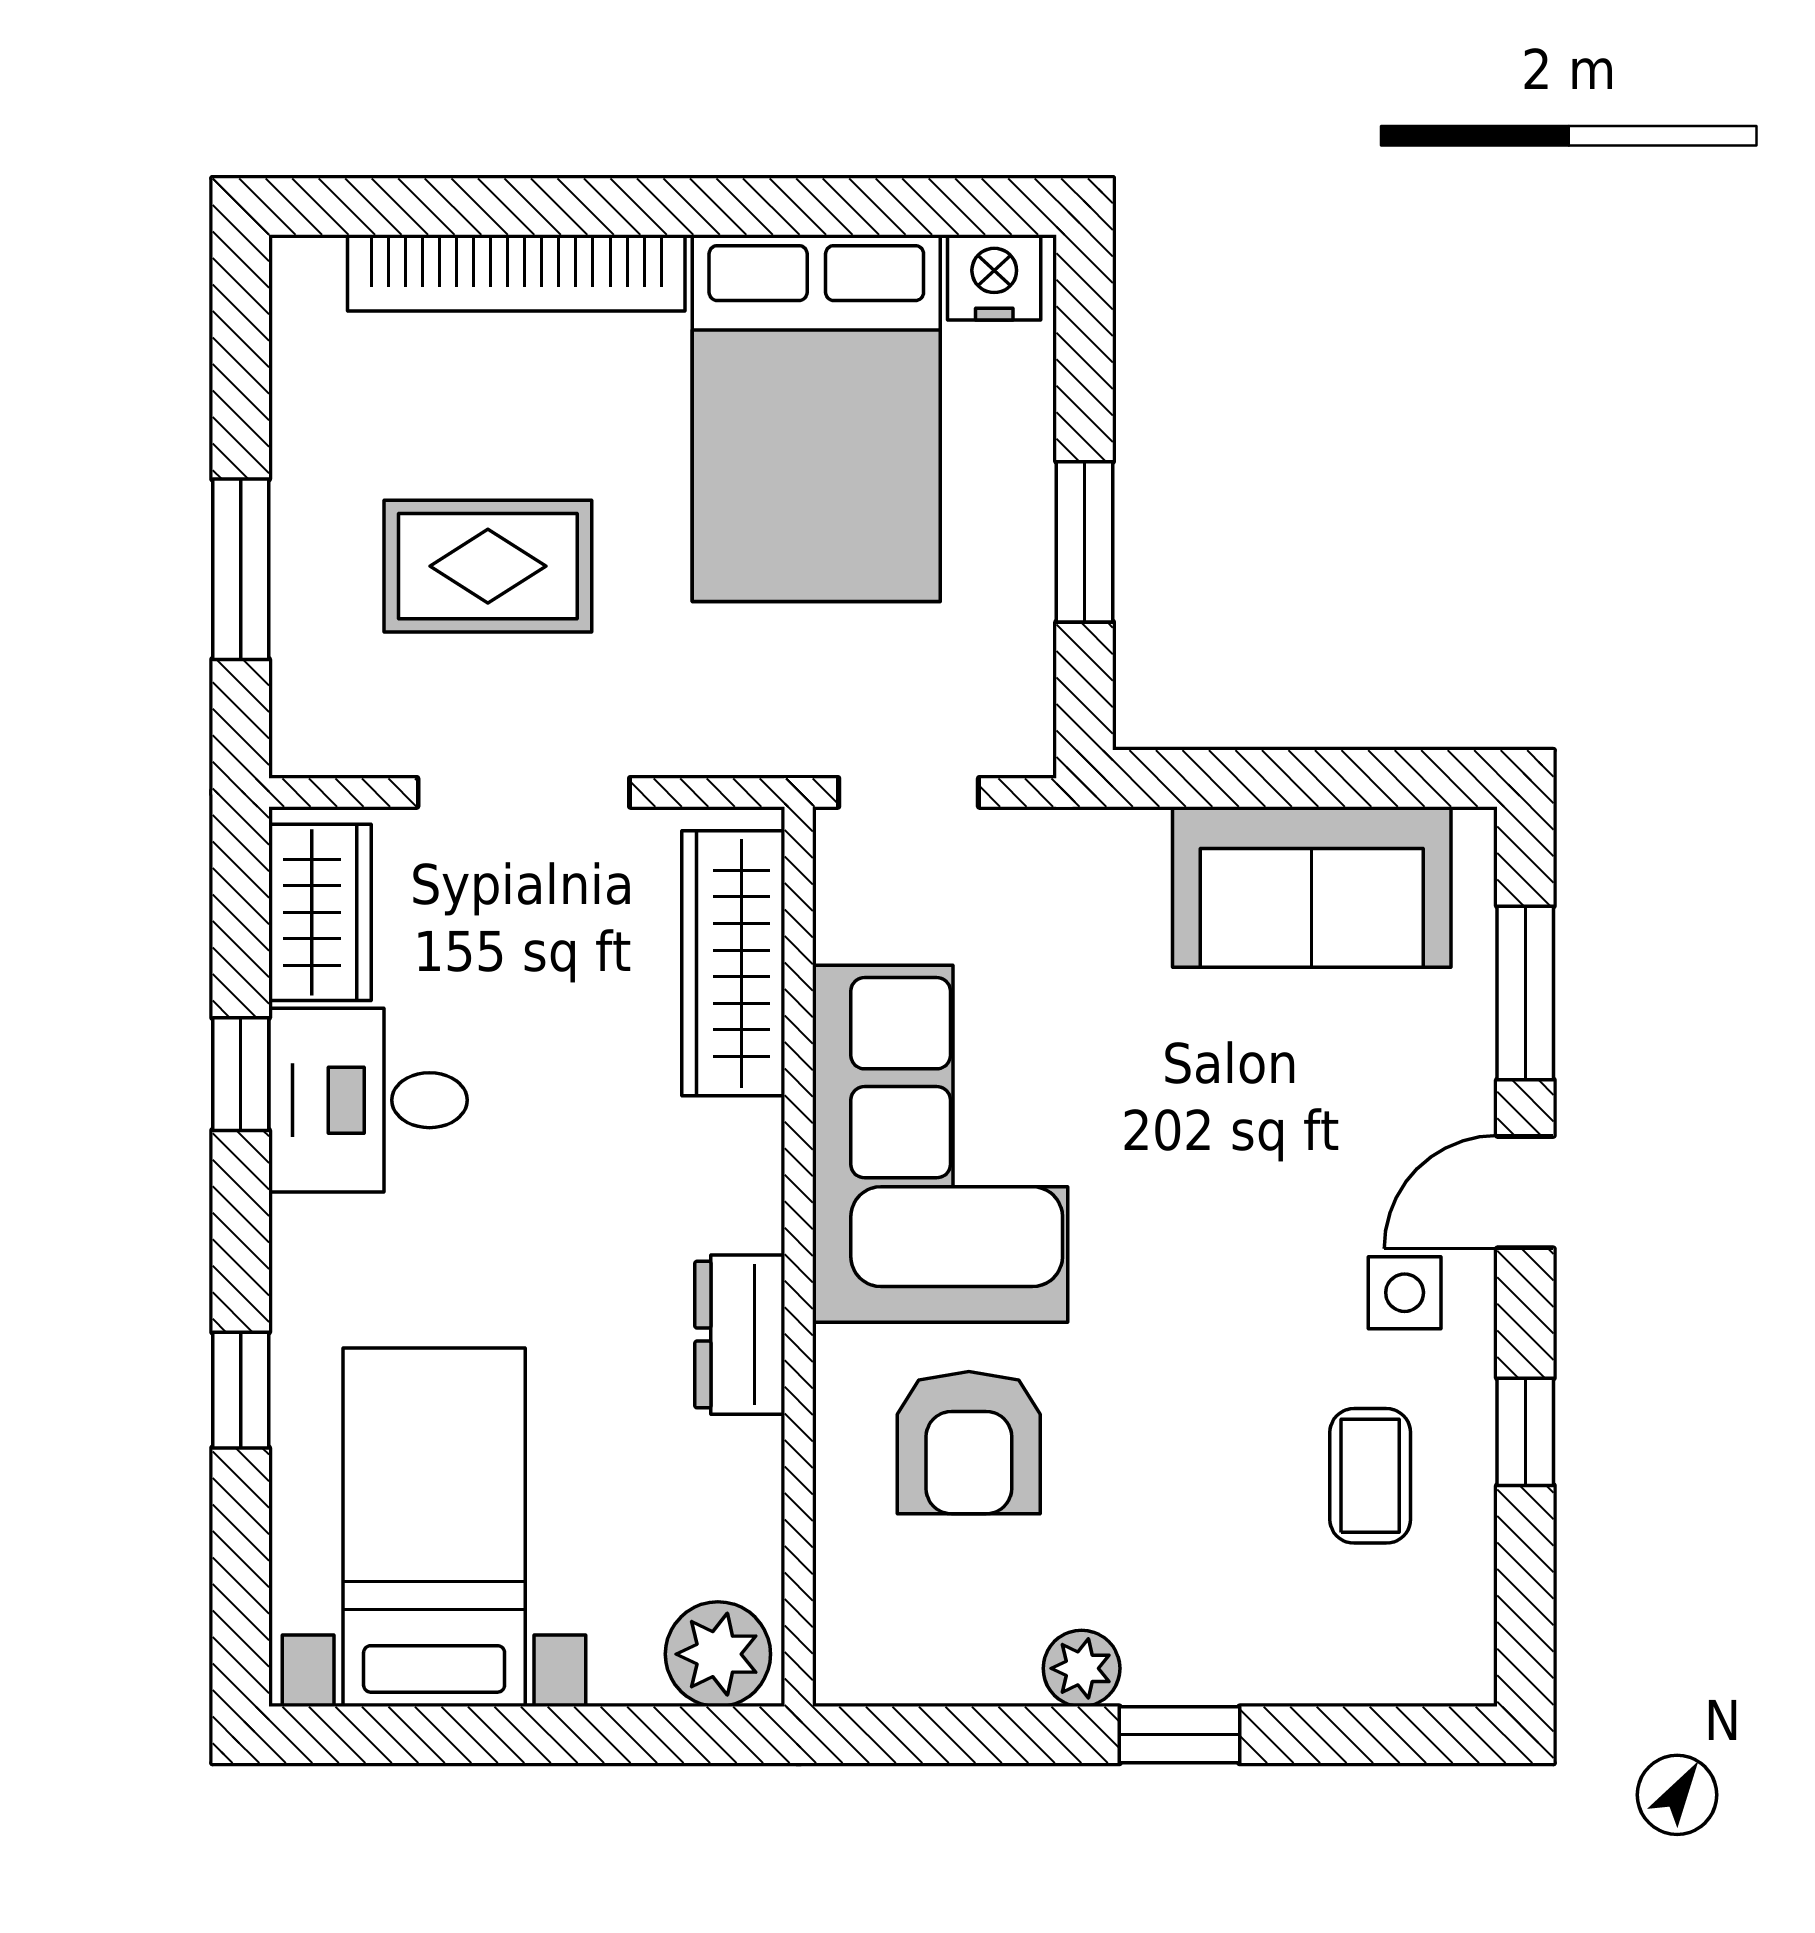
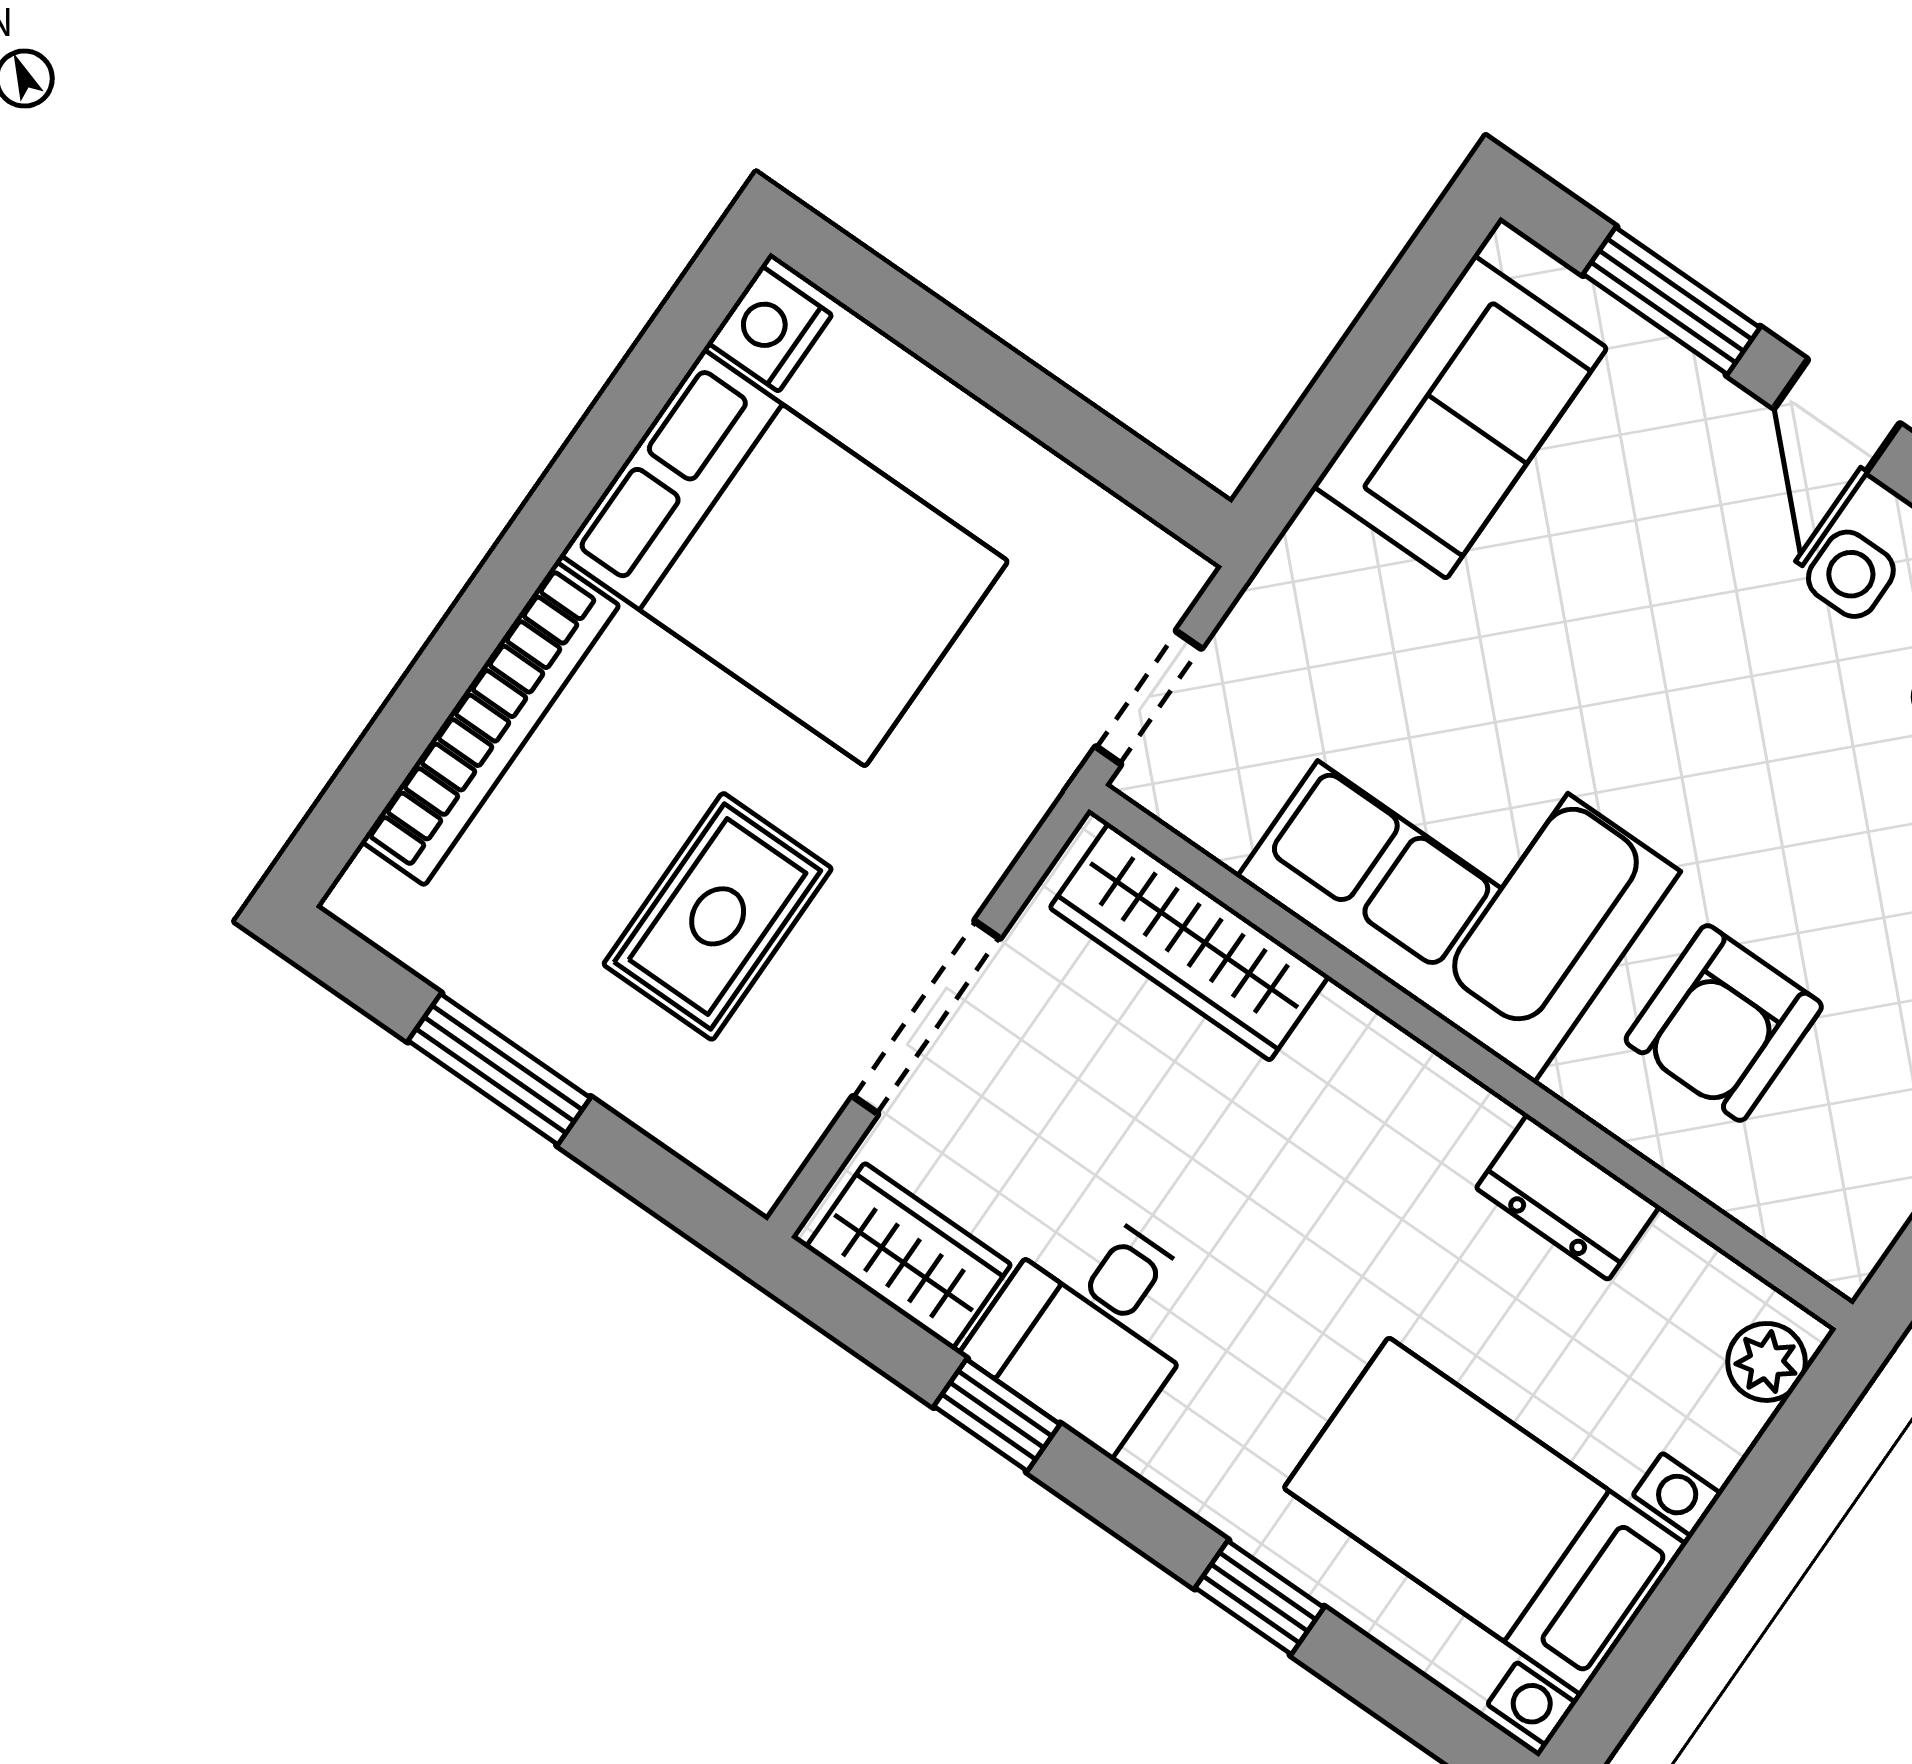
window: (1085, 542) -> (1042, 406), removed
window: (241, 569) -> (499, 1069), moved
dresser: (740, 1335) -> (1568, 1197), moved
armchair: (969, 1443) -> (1724, 1023), turned 90
plant: (718, 1654) -> (1766, 1362), width x0.73, depth x0.73

